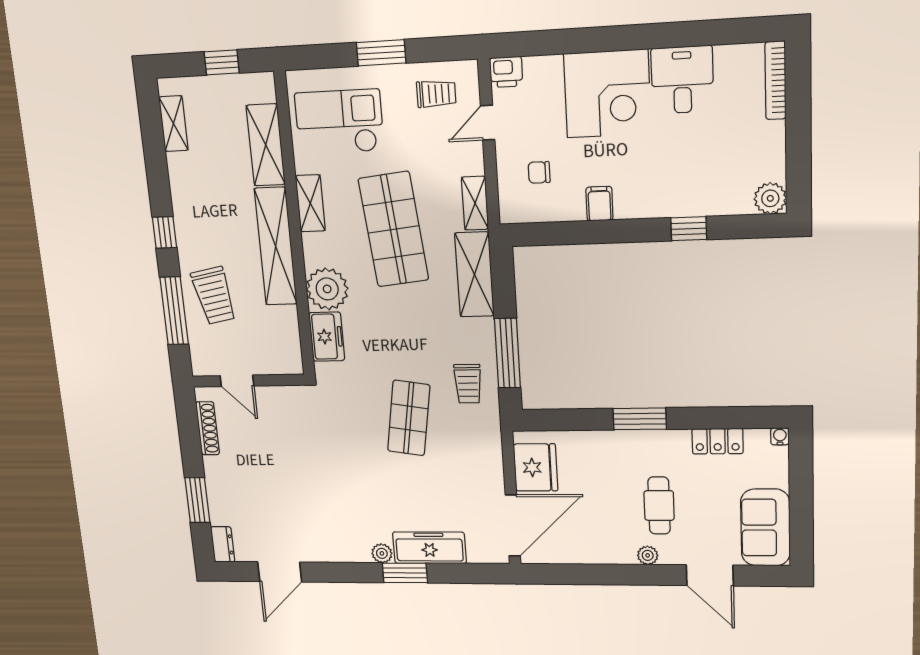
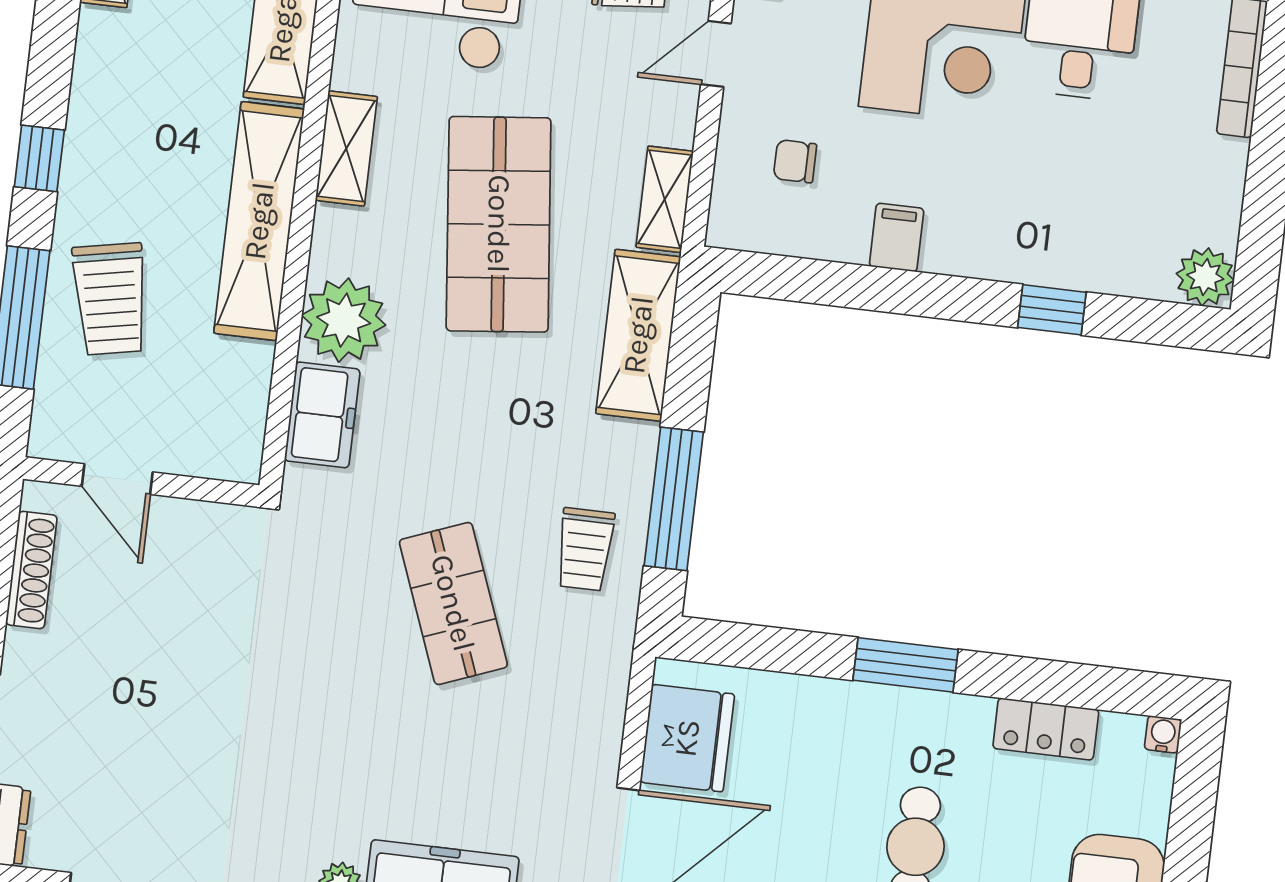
shop shelf: (409, 418) -> (453, 603), turned -30

